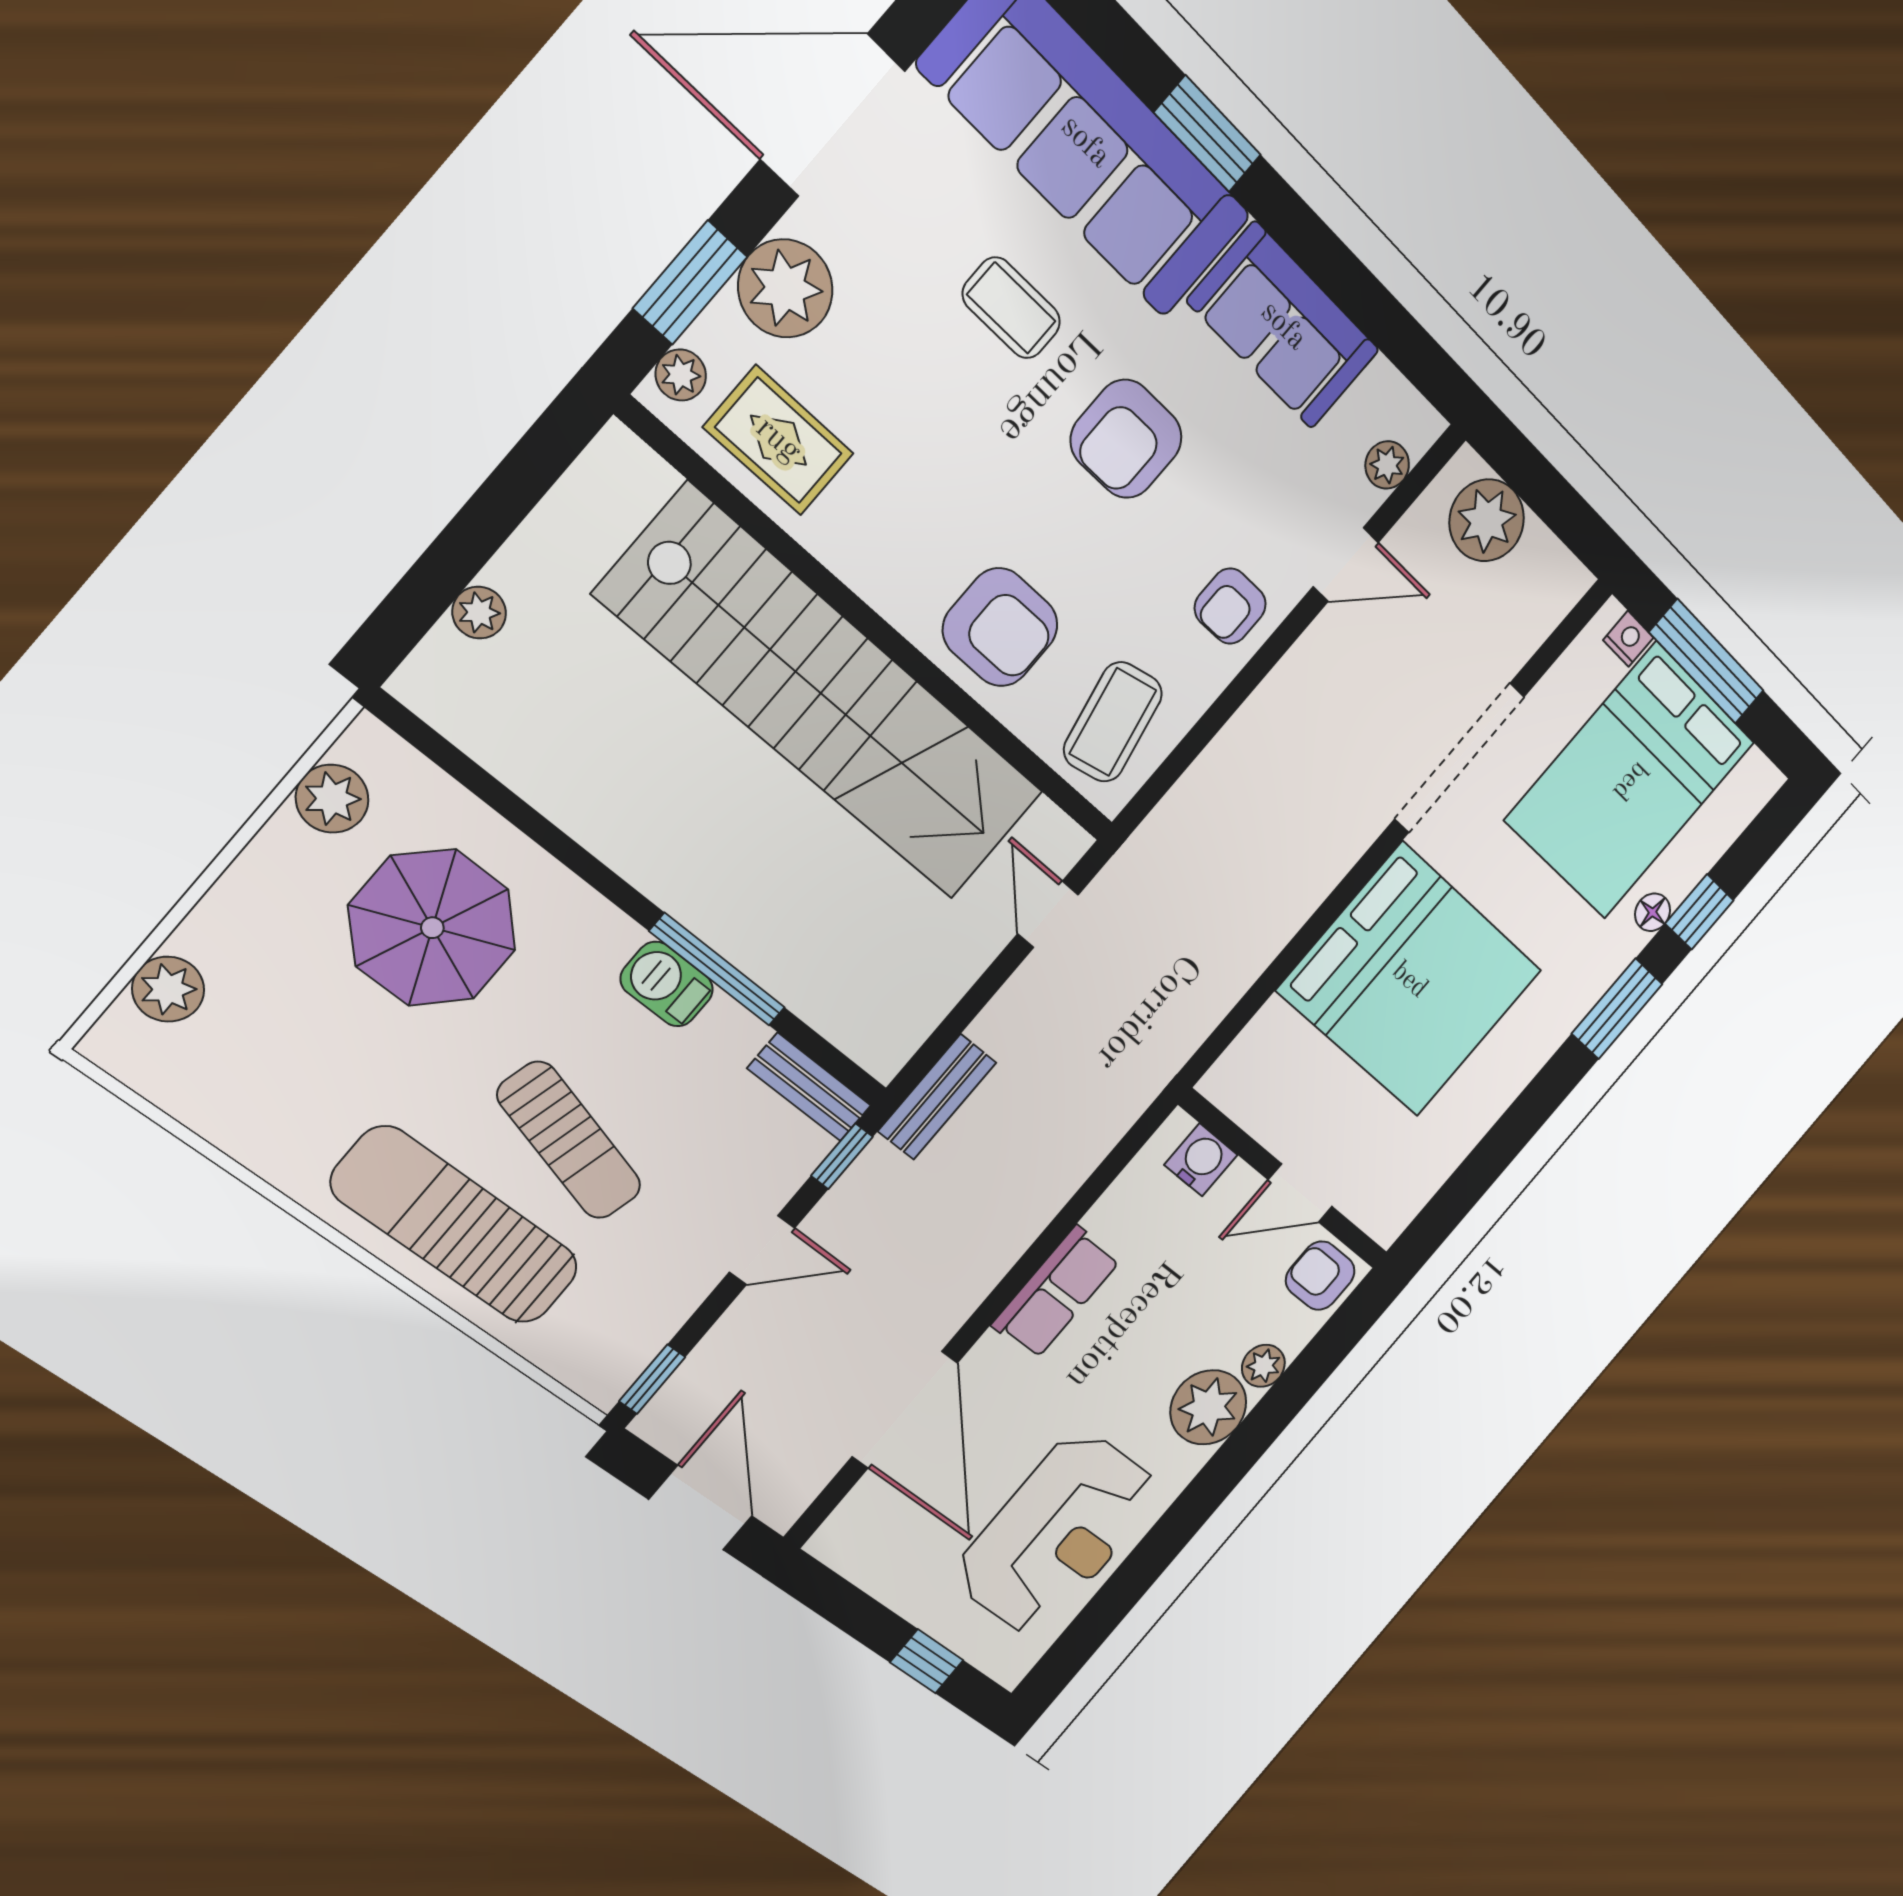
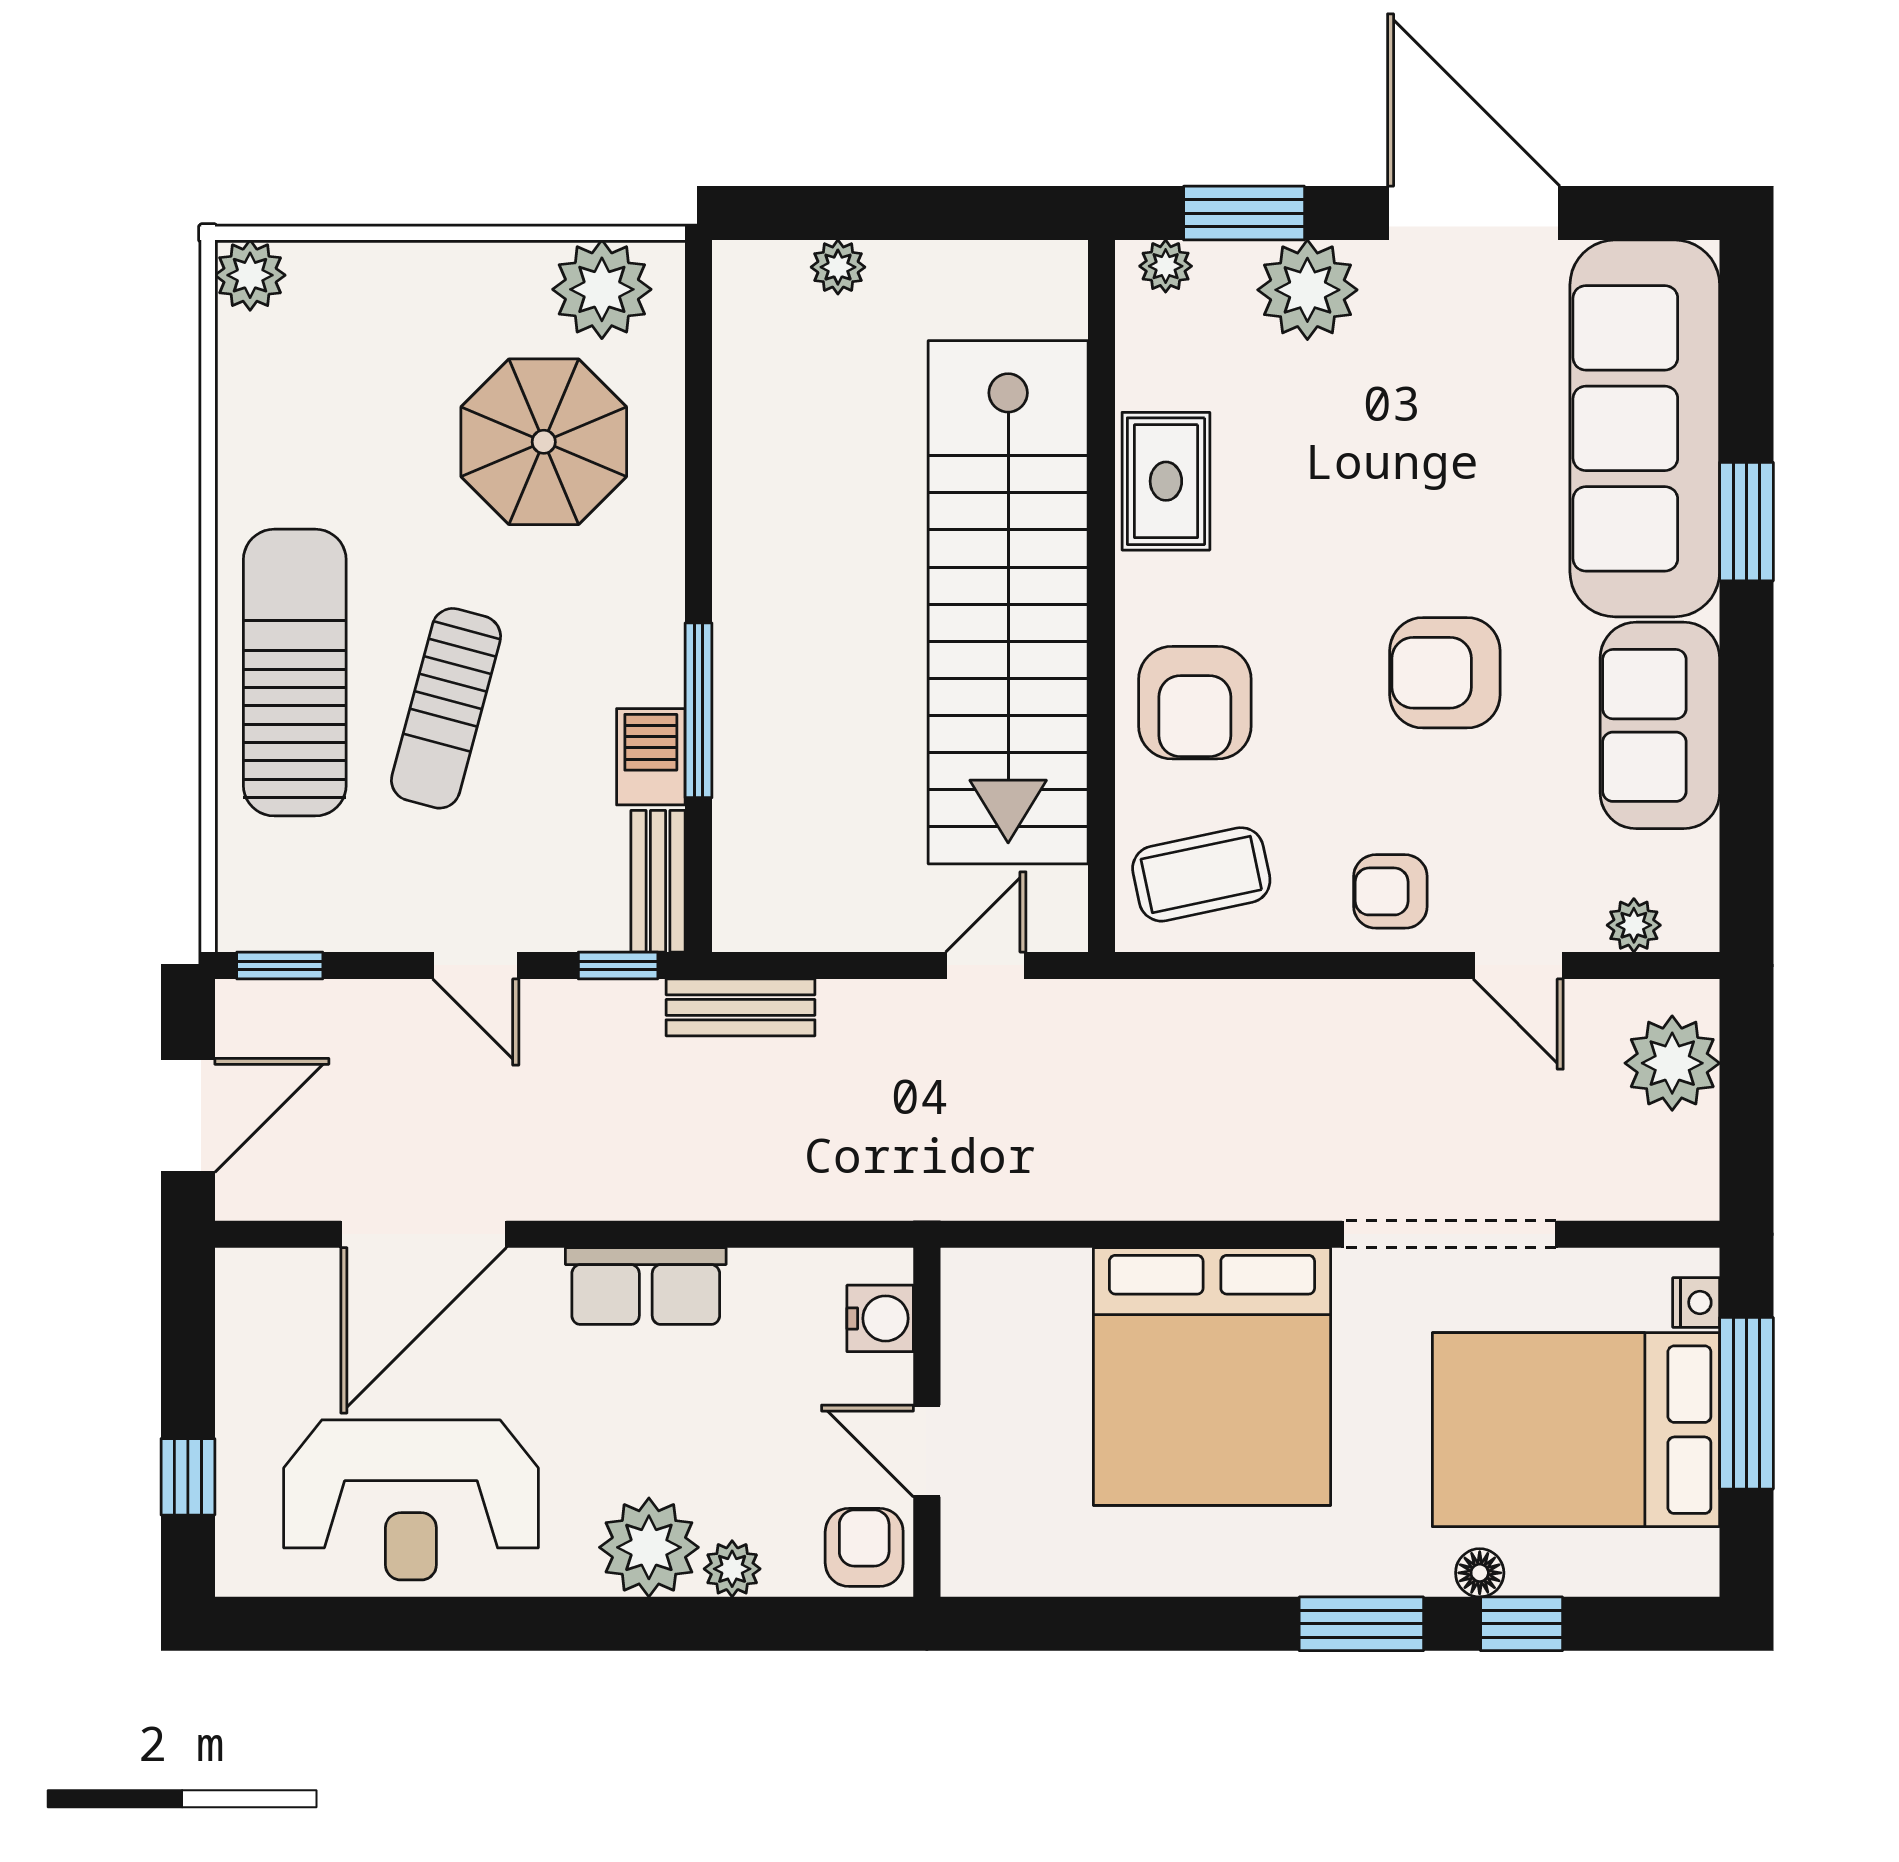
coffee table: (1011, 308) -> (1460, 483), removed
rug: (779, 440) -> (1166, 481), moved
plant: (332, 799) -> (602, 289), width x1.36, depth x1.36
barbecue: (667, 984) -> (651, 757), moved
plant: (168, 989) -> (250, 275), moved

